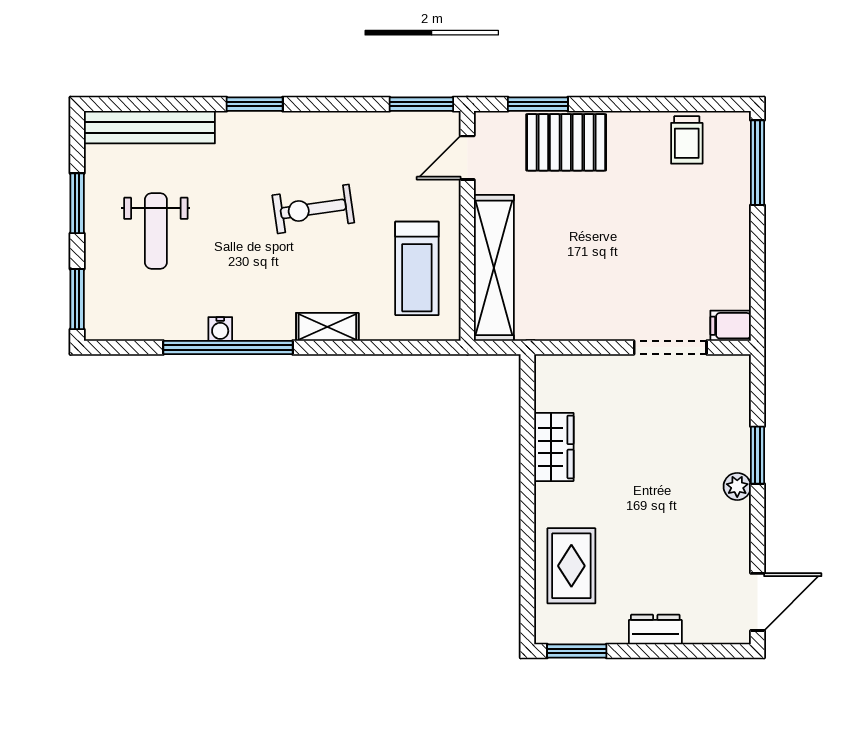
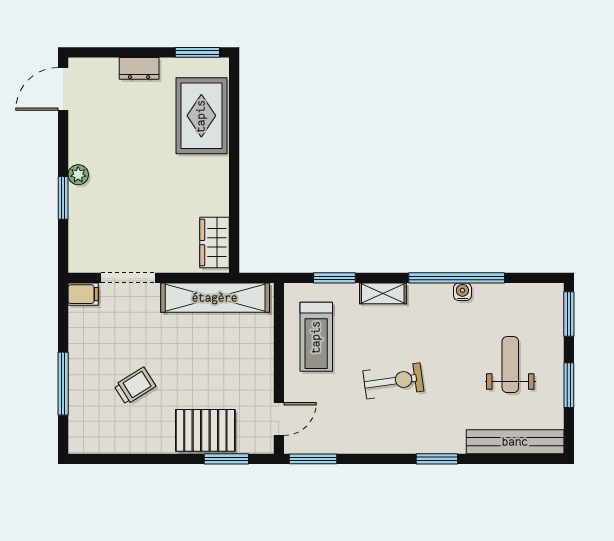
trolley: (687, 140) -> (135, 386), moved, turned 58
window: (757, 163) -> (63, 384), moved
treadmill: (417, 268) -> (316, 337), turned 180
shelving: (494, 268) -> (215, 298), moved, turned 90
window: (392, 348) -> (334, 278), added
wardrobe: (554, 447) -> (215, 243), moved
rug: (571, 566) -> (201, 116), width x1.36, depth x1.43

